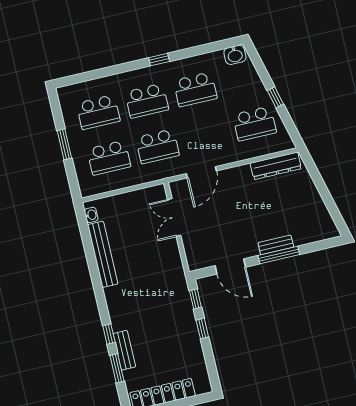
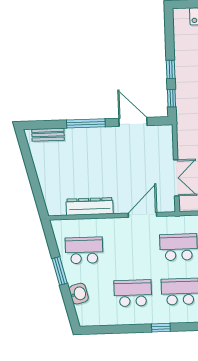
washbasin: (235, 55) -> (79, 294), moved, turned 76
window: (275, 97) -> (60, 271), width x1.50
dresser: (276, 166) -> (90, 206), moved
bench: (276, 245) -> (48, 135), moved

